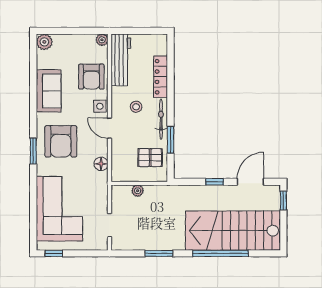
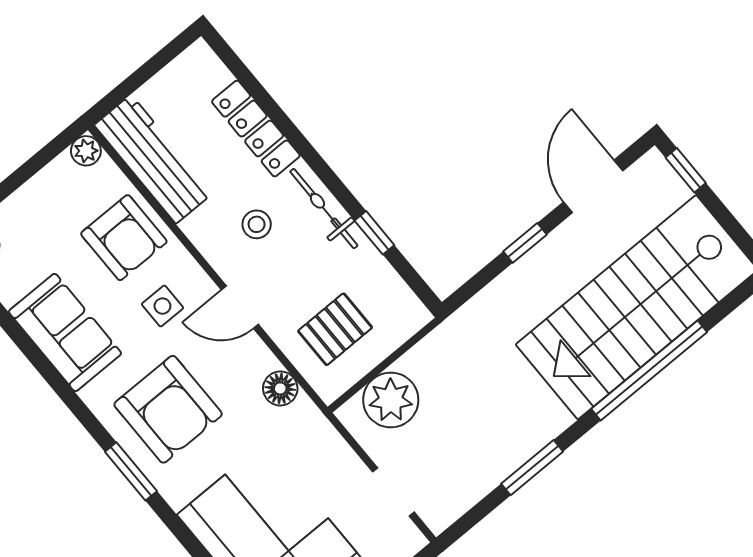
side table: (100, 106) -> (162, 306), moved
window: (171, 140) -> (374, 233), width x0.67
pallet: (150, 158) -> (335, 329), moved
plant: (138, 191) -> (391, 400), width x1.88, depth x1.88

